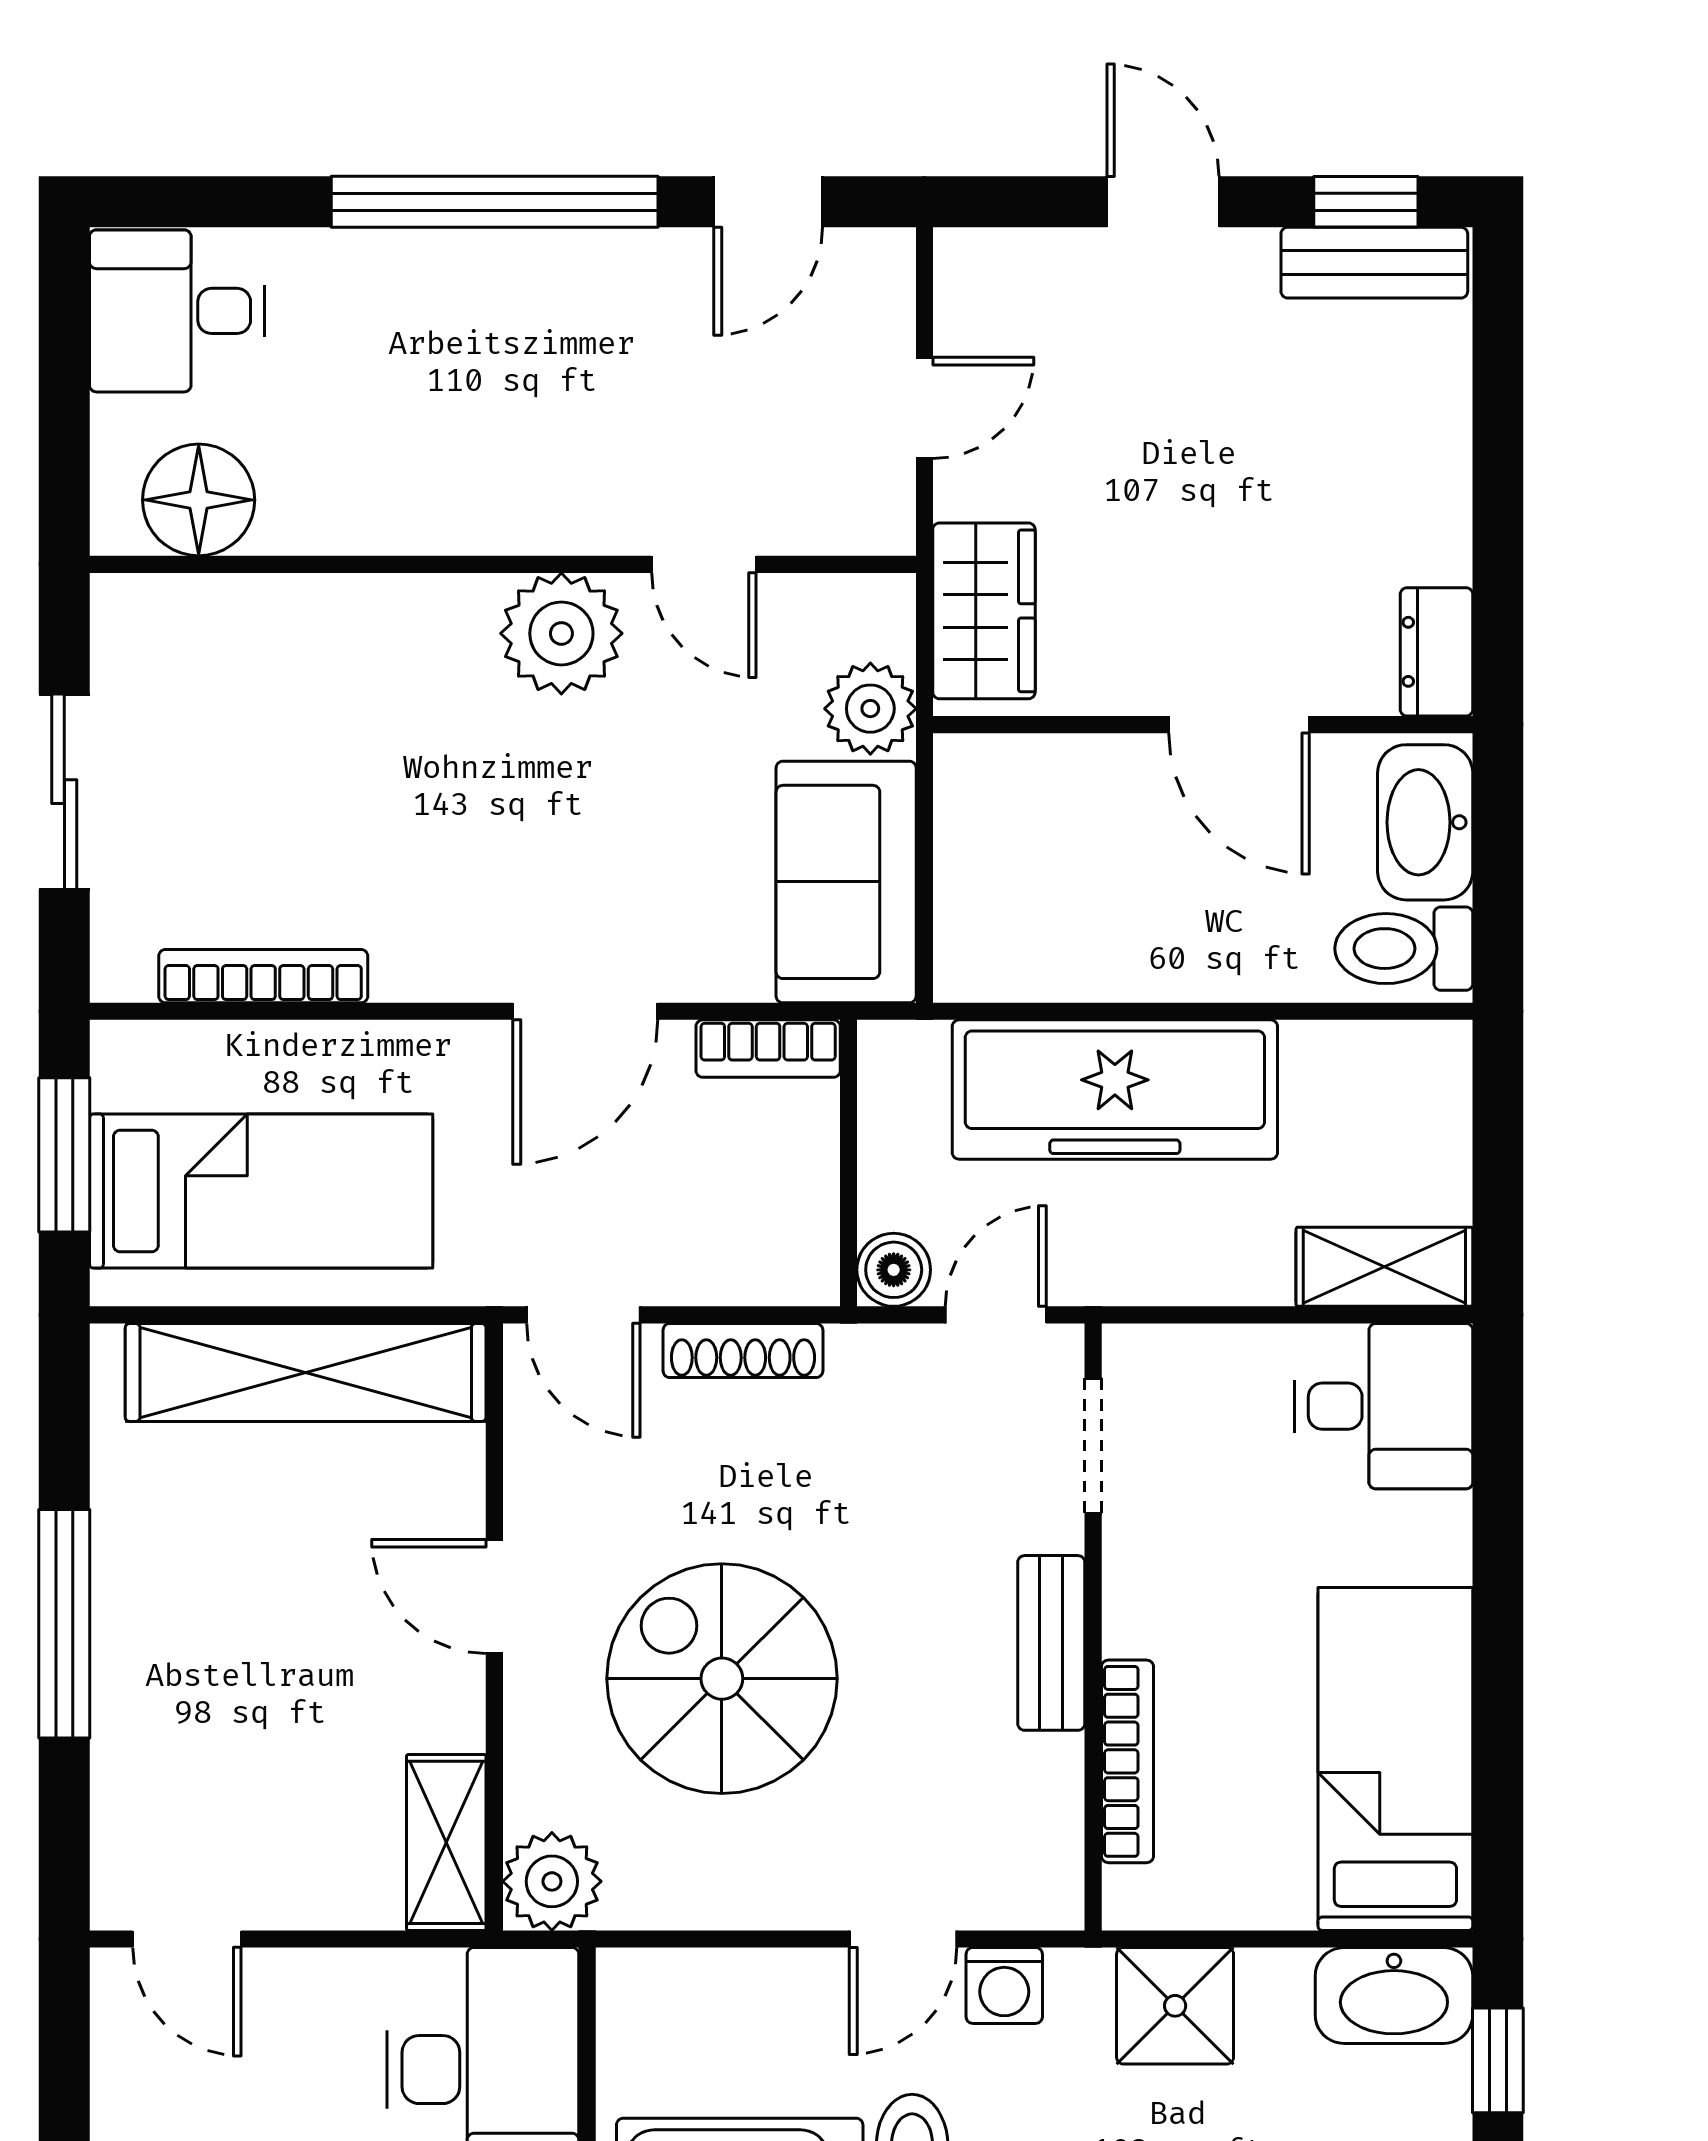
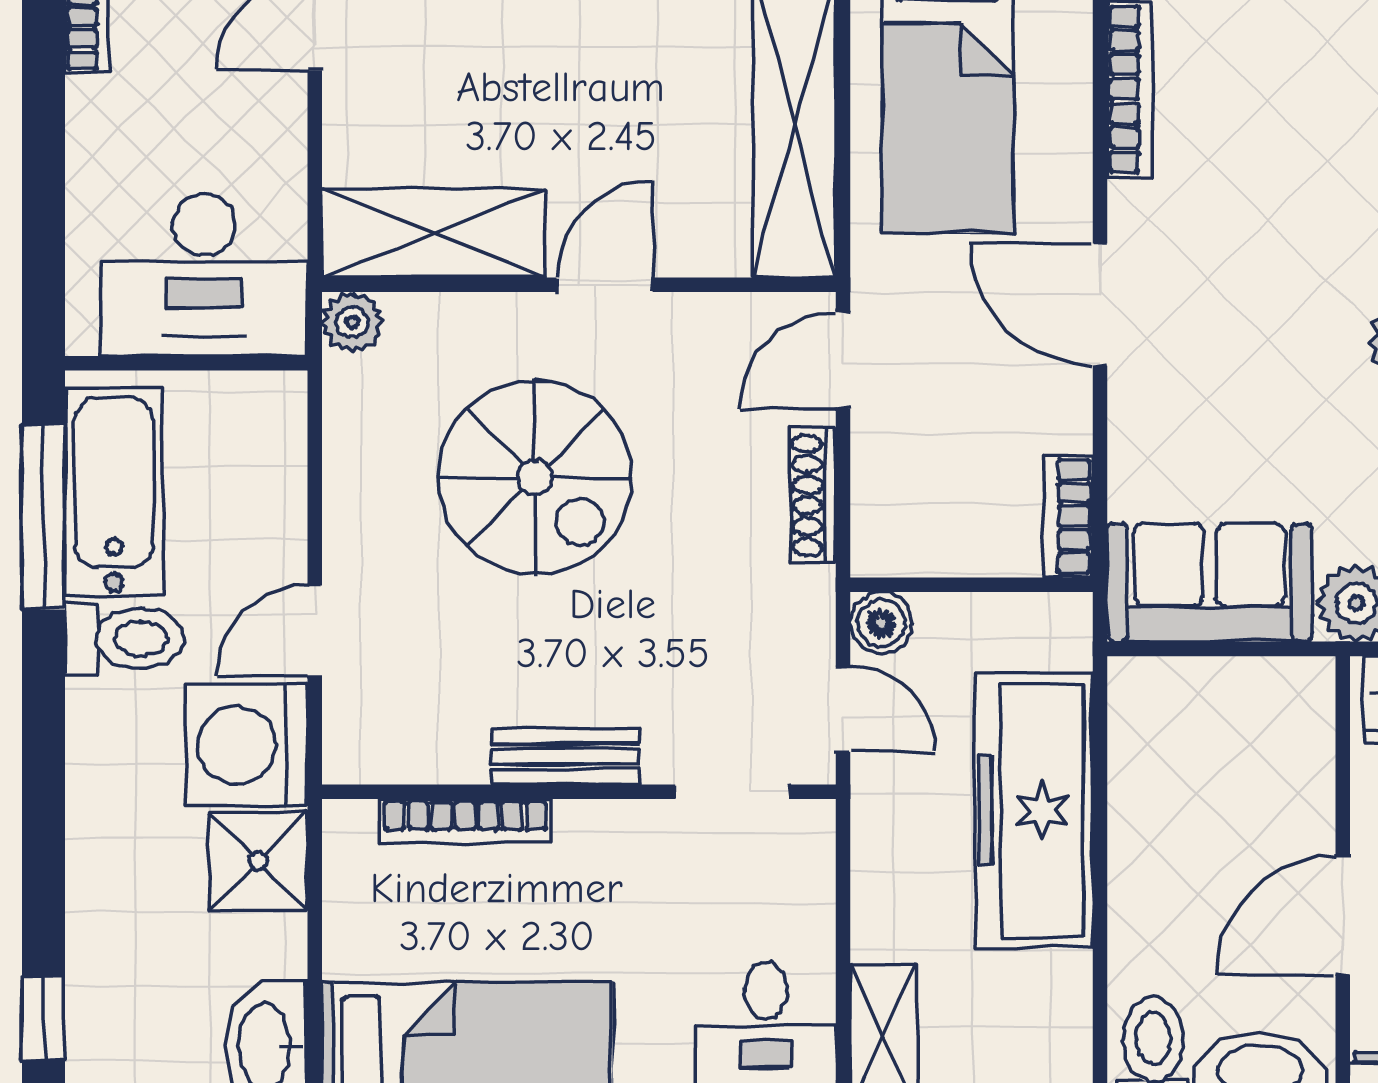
door: (585, 1011) -> (1100, 305), moved
spiral stairs: (722, 1679) -> (535, 477), turned 90
shelving: (446, 1842) -> (434, 233), width x1.50, depth x1.33
plant: (552, 1881) -> (352, 322), width x0.73, depth x0.73
door: (903, 1939) -> (315, 631), hinge flipped
washing machine: (1004, 1985) -> (247, 745), width x1.89, depth x1.89

